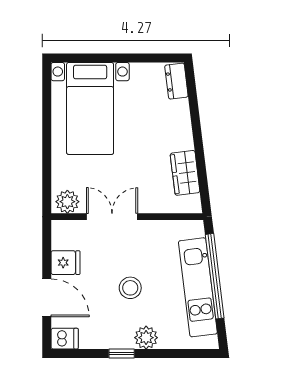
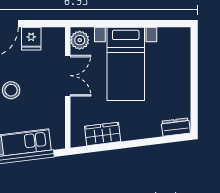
bed with nightstands: (90, 108) -> (126, 64), moved, turned -90

